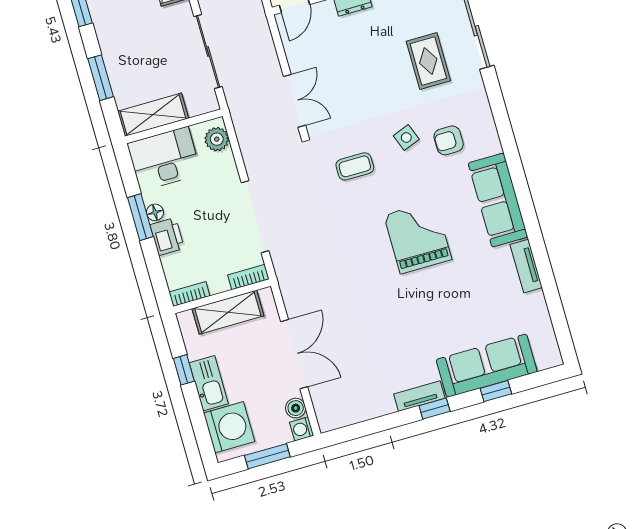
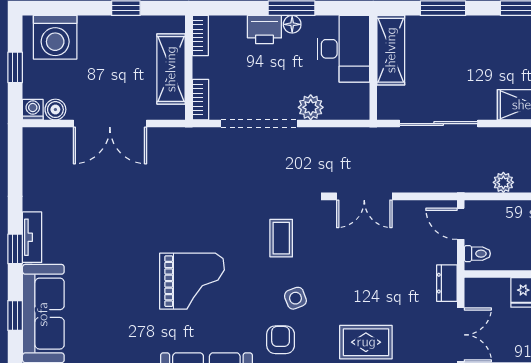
plant: (217, 139) -> (311, 107), moved
kitchen sink: (209, 383) -> (105, 29), removed
window: (267, 456) -> (15, 67), width x0.67

